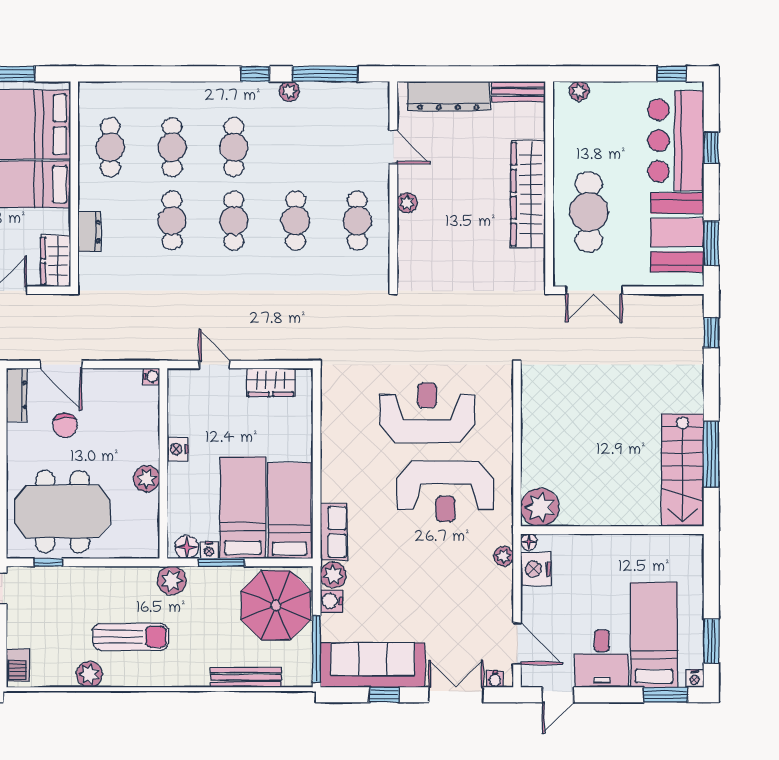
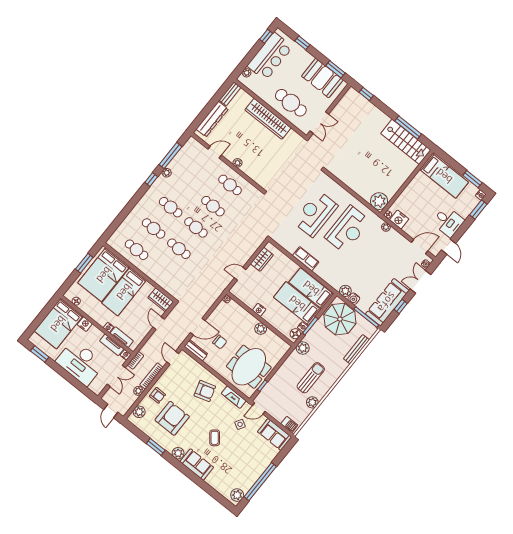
bar counter: (676, 141) -> (270, 56), moved, turned -90
dresser: (89, 232) -> (160, 280), removed
row of seats: (334, 532) -> (306, 259), moved
bed: (654, 635) -> (444, 176), moved, turned 180

